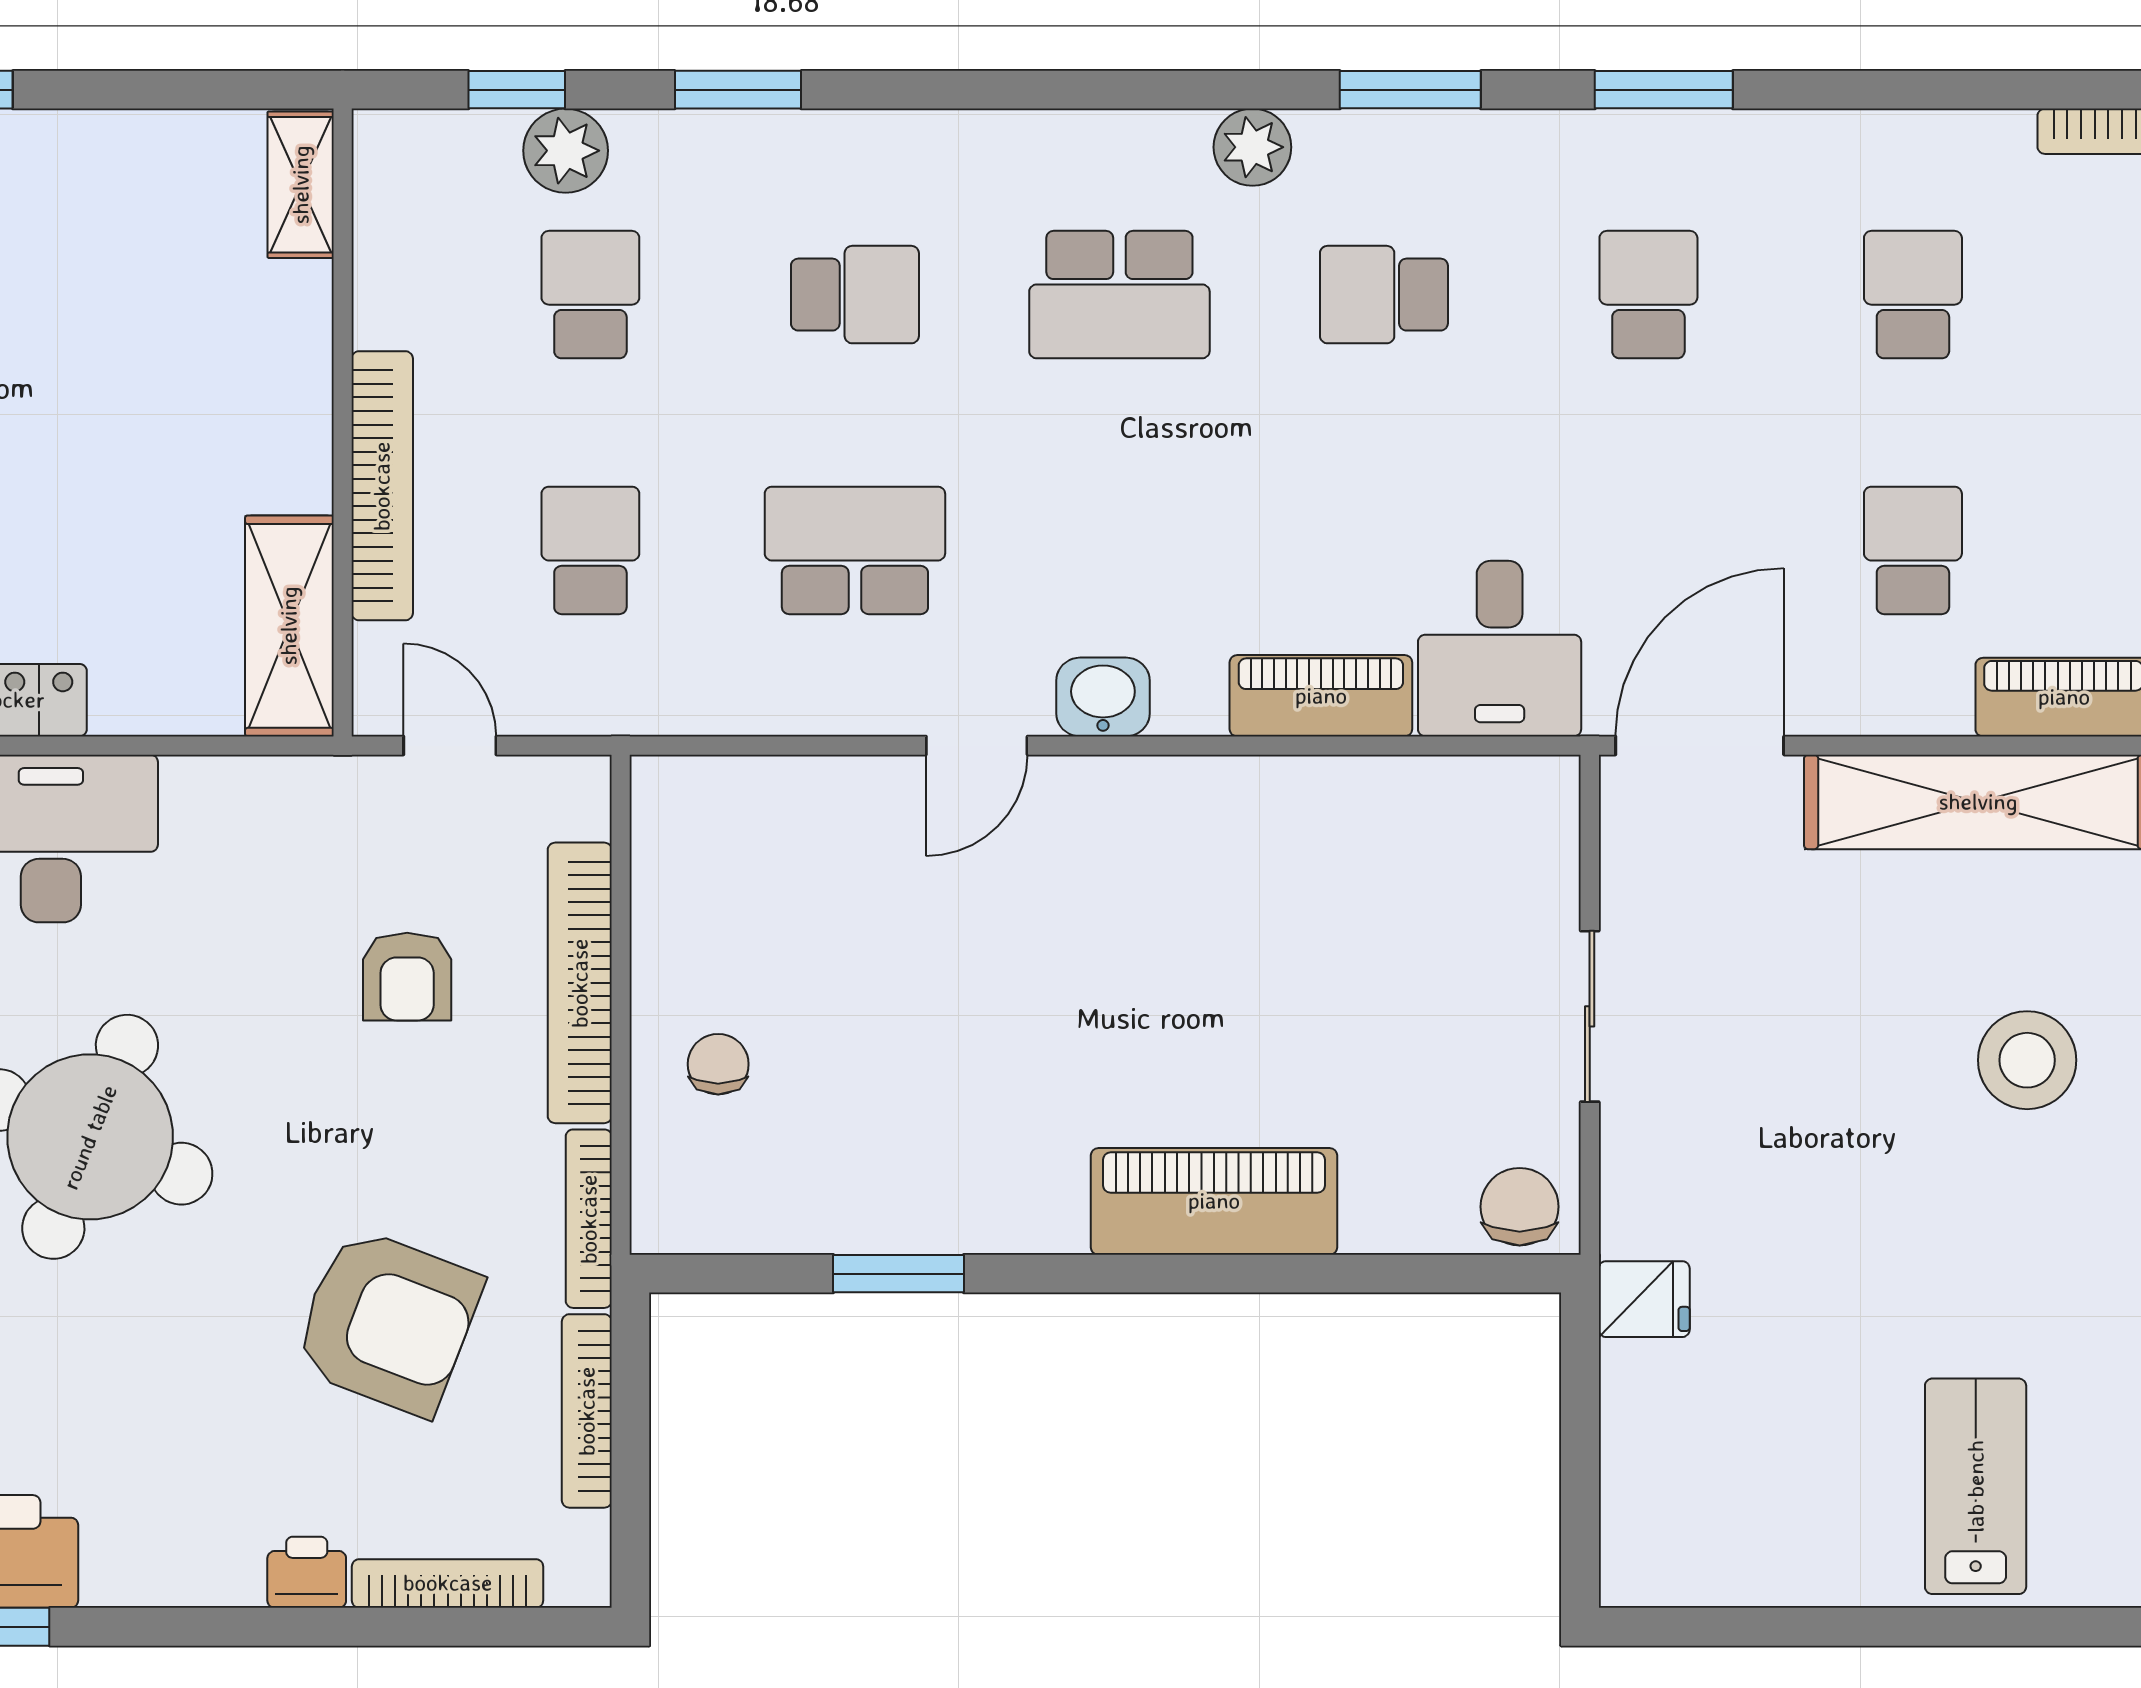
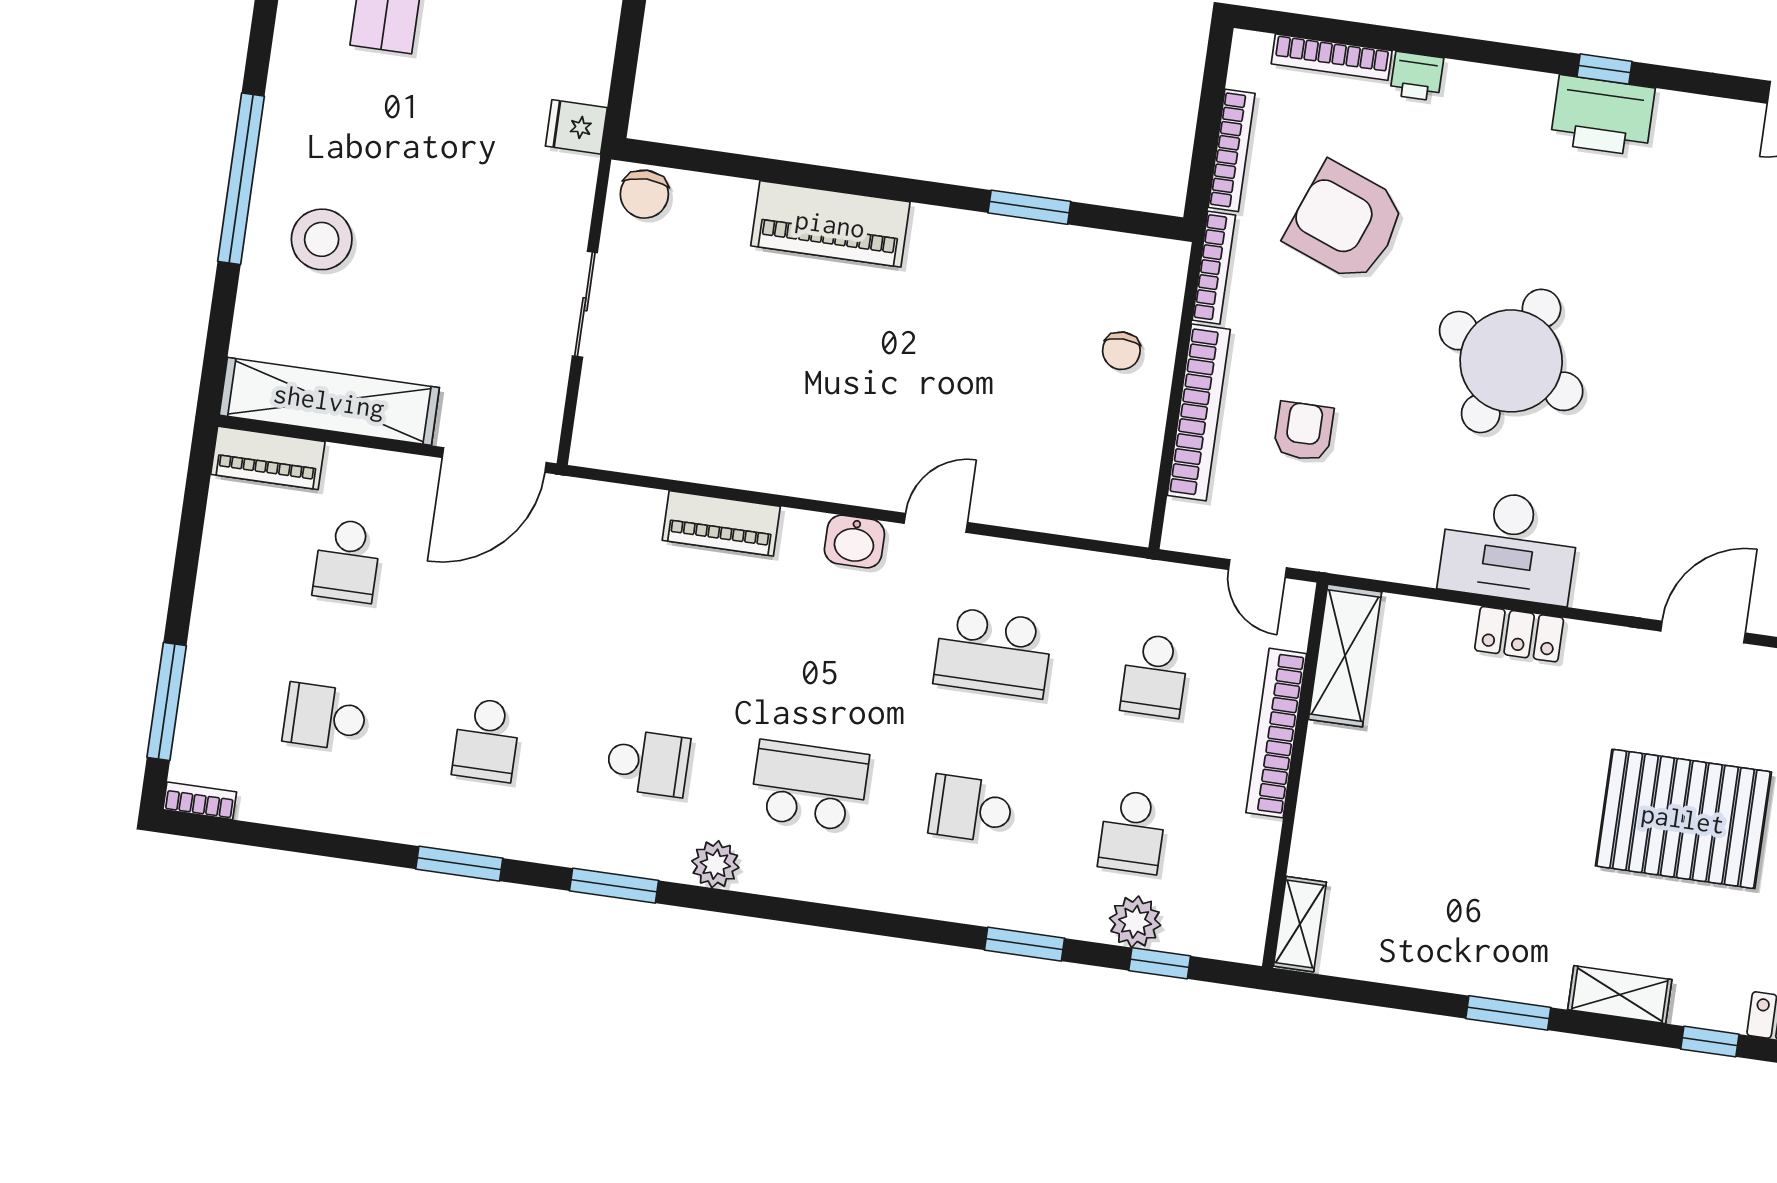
school desk: (1913, 295) -> (325, 717), turned 90
desk: (1500, 649) -> (608, 537), removed

